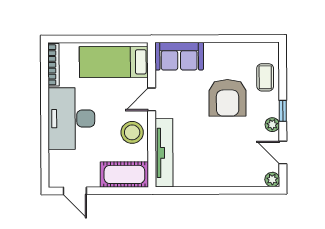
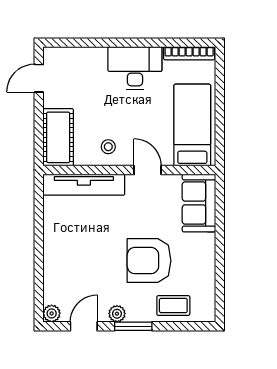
window: (283, 111) -> (133, 326), width x1.50
desk: (71, 119) -> (135, 68), width x0.73, depth x0.77
stool: (132, 132) -> (108, 147), width x0.53, depth x0.53

